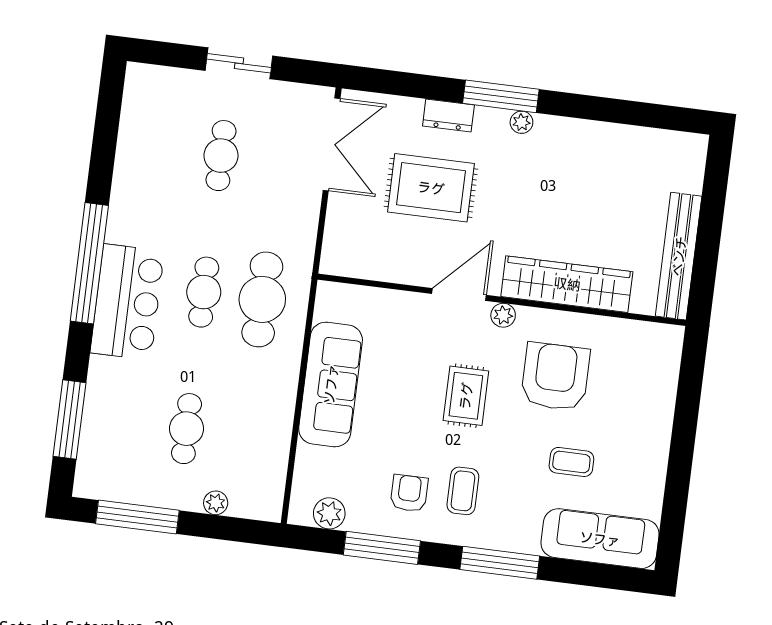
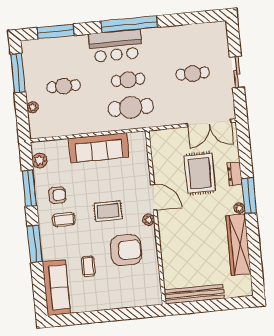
wardrobe: (567, 284) -> (238, 245), moved, turned 180

